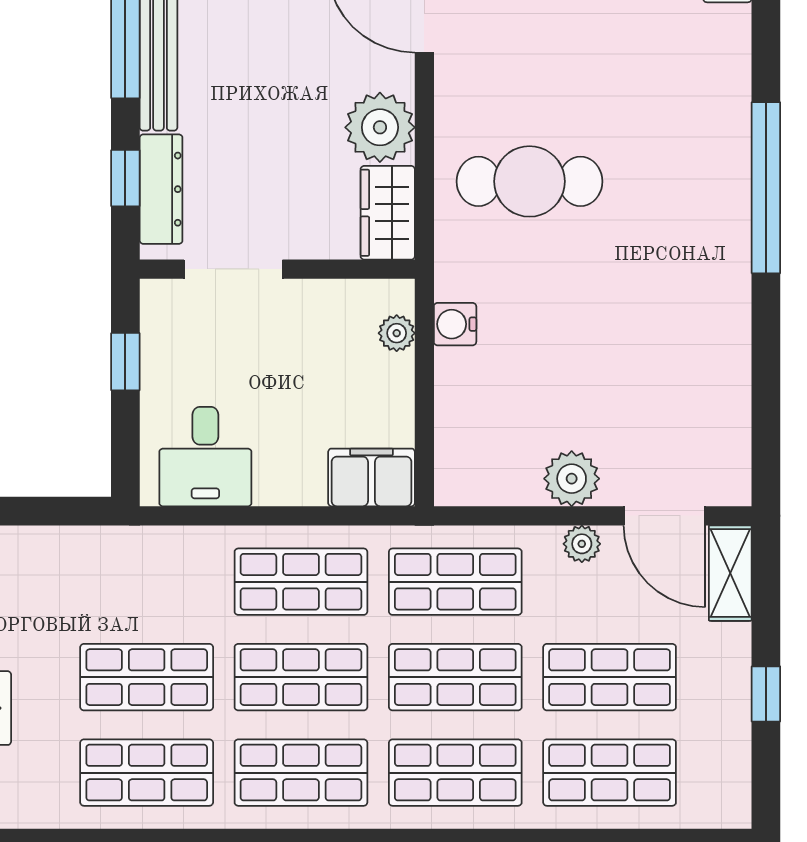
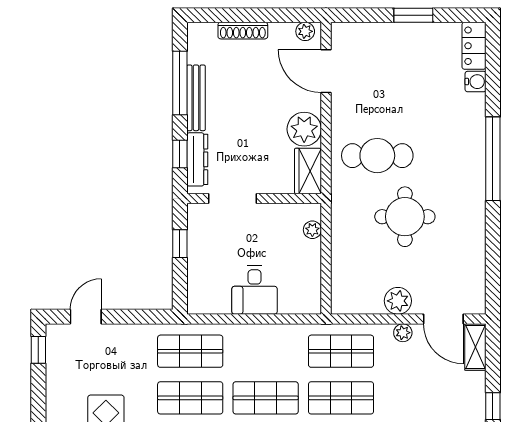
round table: (586, 306) -> (405, 217), added
water cooler: (455, 324) -> (476, 82), moved, turned 180
desk: (205, 457) -> (255, 290), moved
filing cabinet: (371, 477) -> (300, 300), removed
shop shelf: (301, 582) -> (190, 351), moved
shop shelf: (610, 677) -> (416, 398), removed

